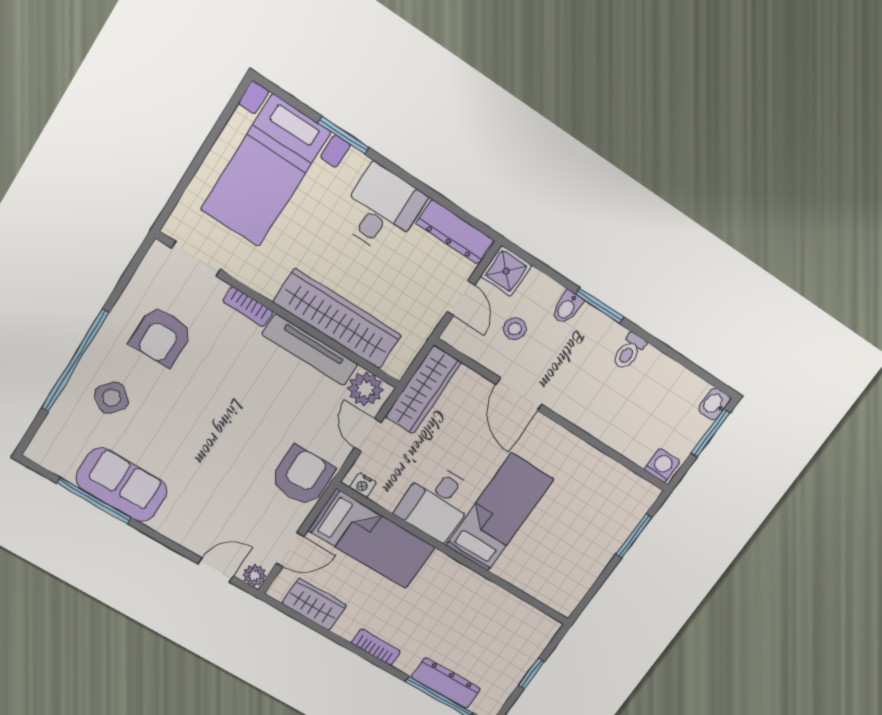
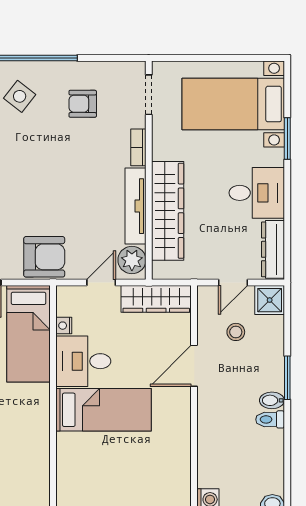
bidet: (567, 308) -> (272, 400), moved
armchair: (161, 336) -> (83, 104), width x0.72, depth x0.72
nightstand: (363, 485) -> (64, 326), moved

